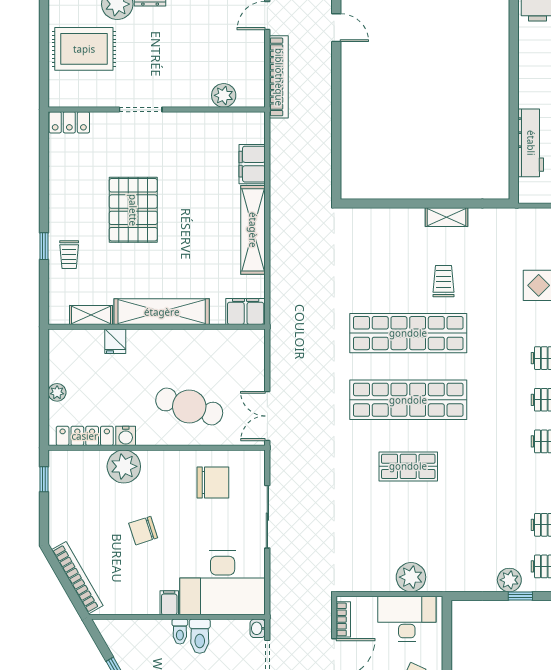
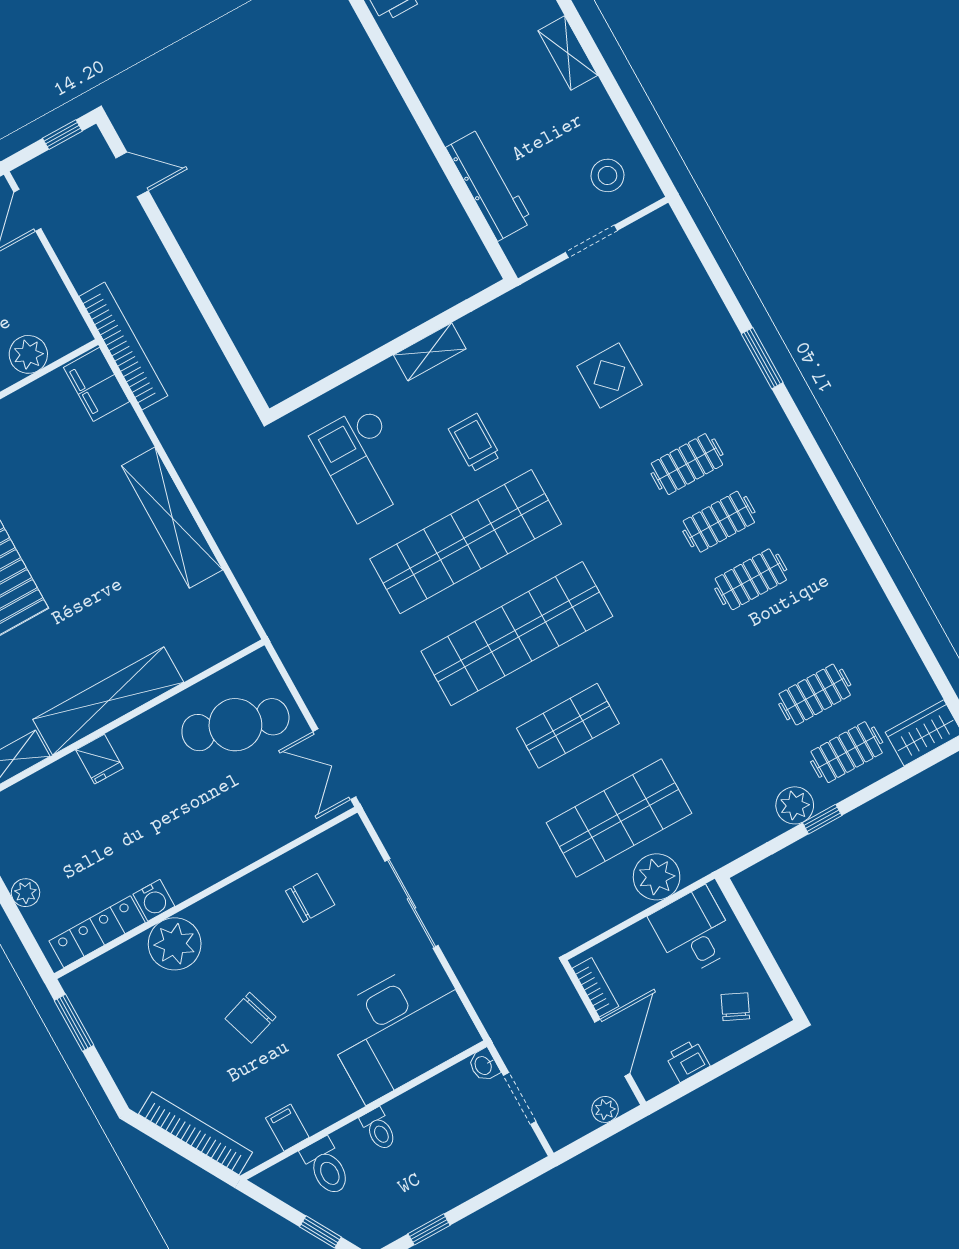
bookcase: (279, 77) -> (123, 346), moved
filing cabinet: (252, 164) -> (96, 384), moved
checkout: (376, 258) -> (364, 463), added
filing cabinet: (246, 312) -> (224, 636), removed
fridge: (115, 341) -> (99, 759), moved
cafe table: (189, 407) -> (235, 725), moved
window: (44, 479) -> (74, 1023), width x1.50
chair: (213, 483) -> (310, 898), width x0.73, depth x0.73
shop shelf: (408, 533) -> (619, 818), added
filing cabinet: (169, 603) -> (287, 1128), moved
desk: (407, 619) -> (694, 932), width x0.73
toilet: (200, 636) -> (326, 1167), moved

